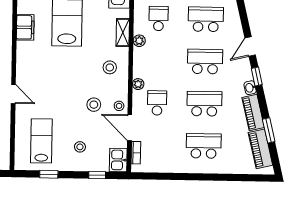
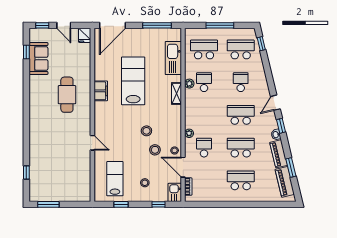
school desk: (206, 19) -> (241, 82), width x0.54
plant: (139, 41) -> (189, 84), moved
stool: (110, 67) -> (146, 131), moved

